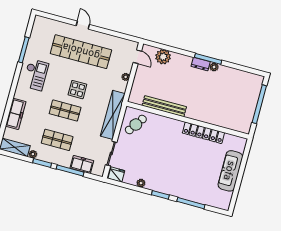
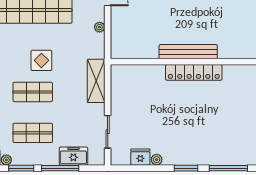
bench: (164, 106) -> (188, 52), moved
shelving: (113, 115) -> (96, 81), width x0.68
cafe table: (136, 125) -> (129, 85), removed
locker: (203, 133) -> (194, 72), moved
fridge: (116, 175) -> (140, 157), moved

